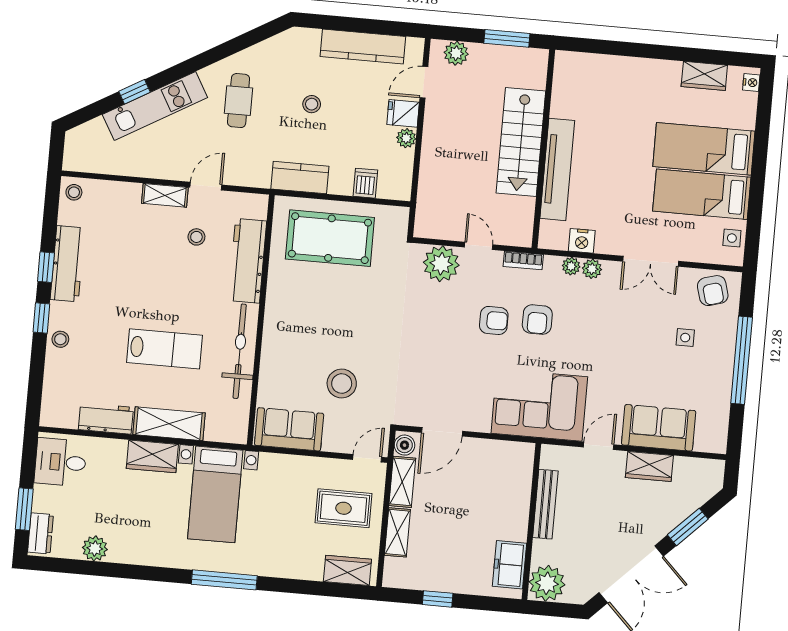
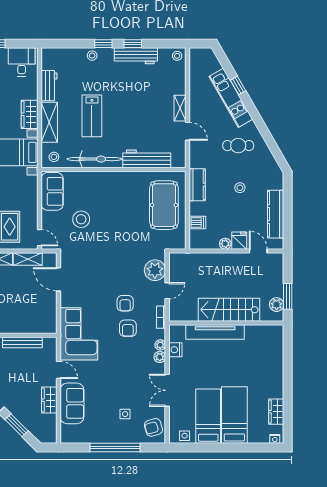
plant: (456, 53) -> (277, 305), moved
stool: (196, 237) -> (54, 157), moved
armchair: (537, 320) -> (128, 328), turned -90
boiler: (405, 445) -> (49, 258), removed

